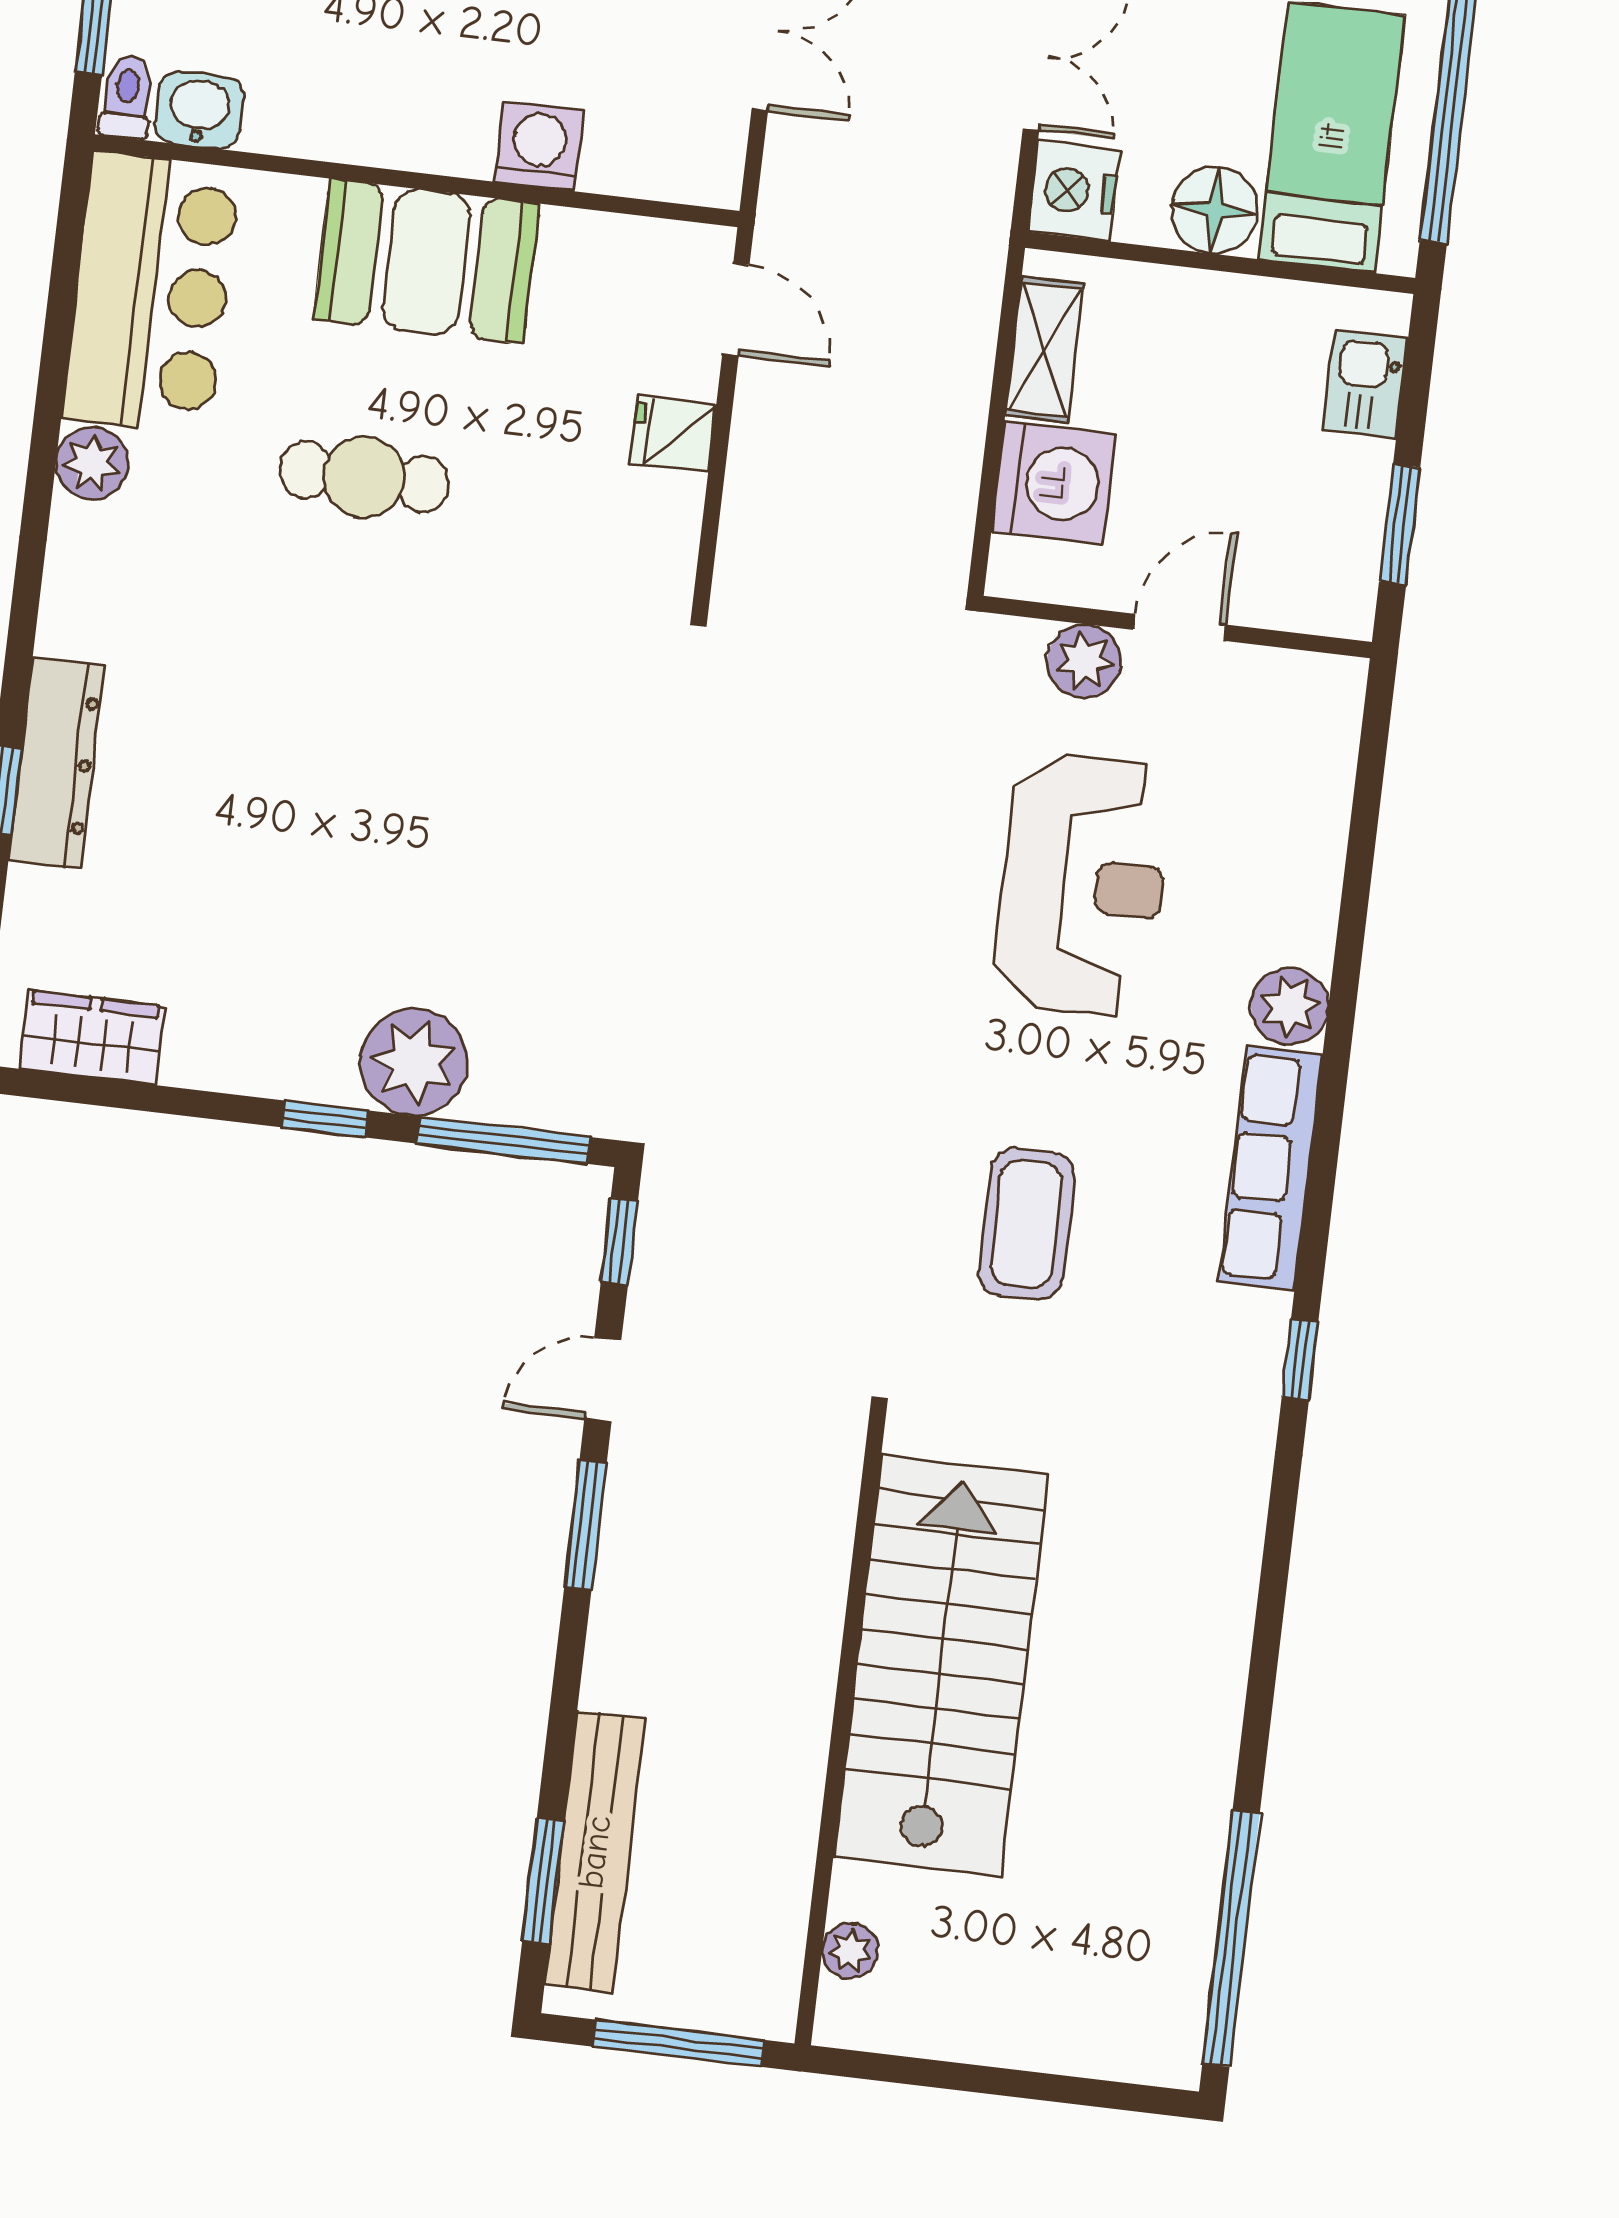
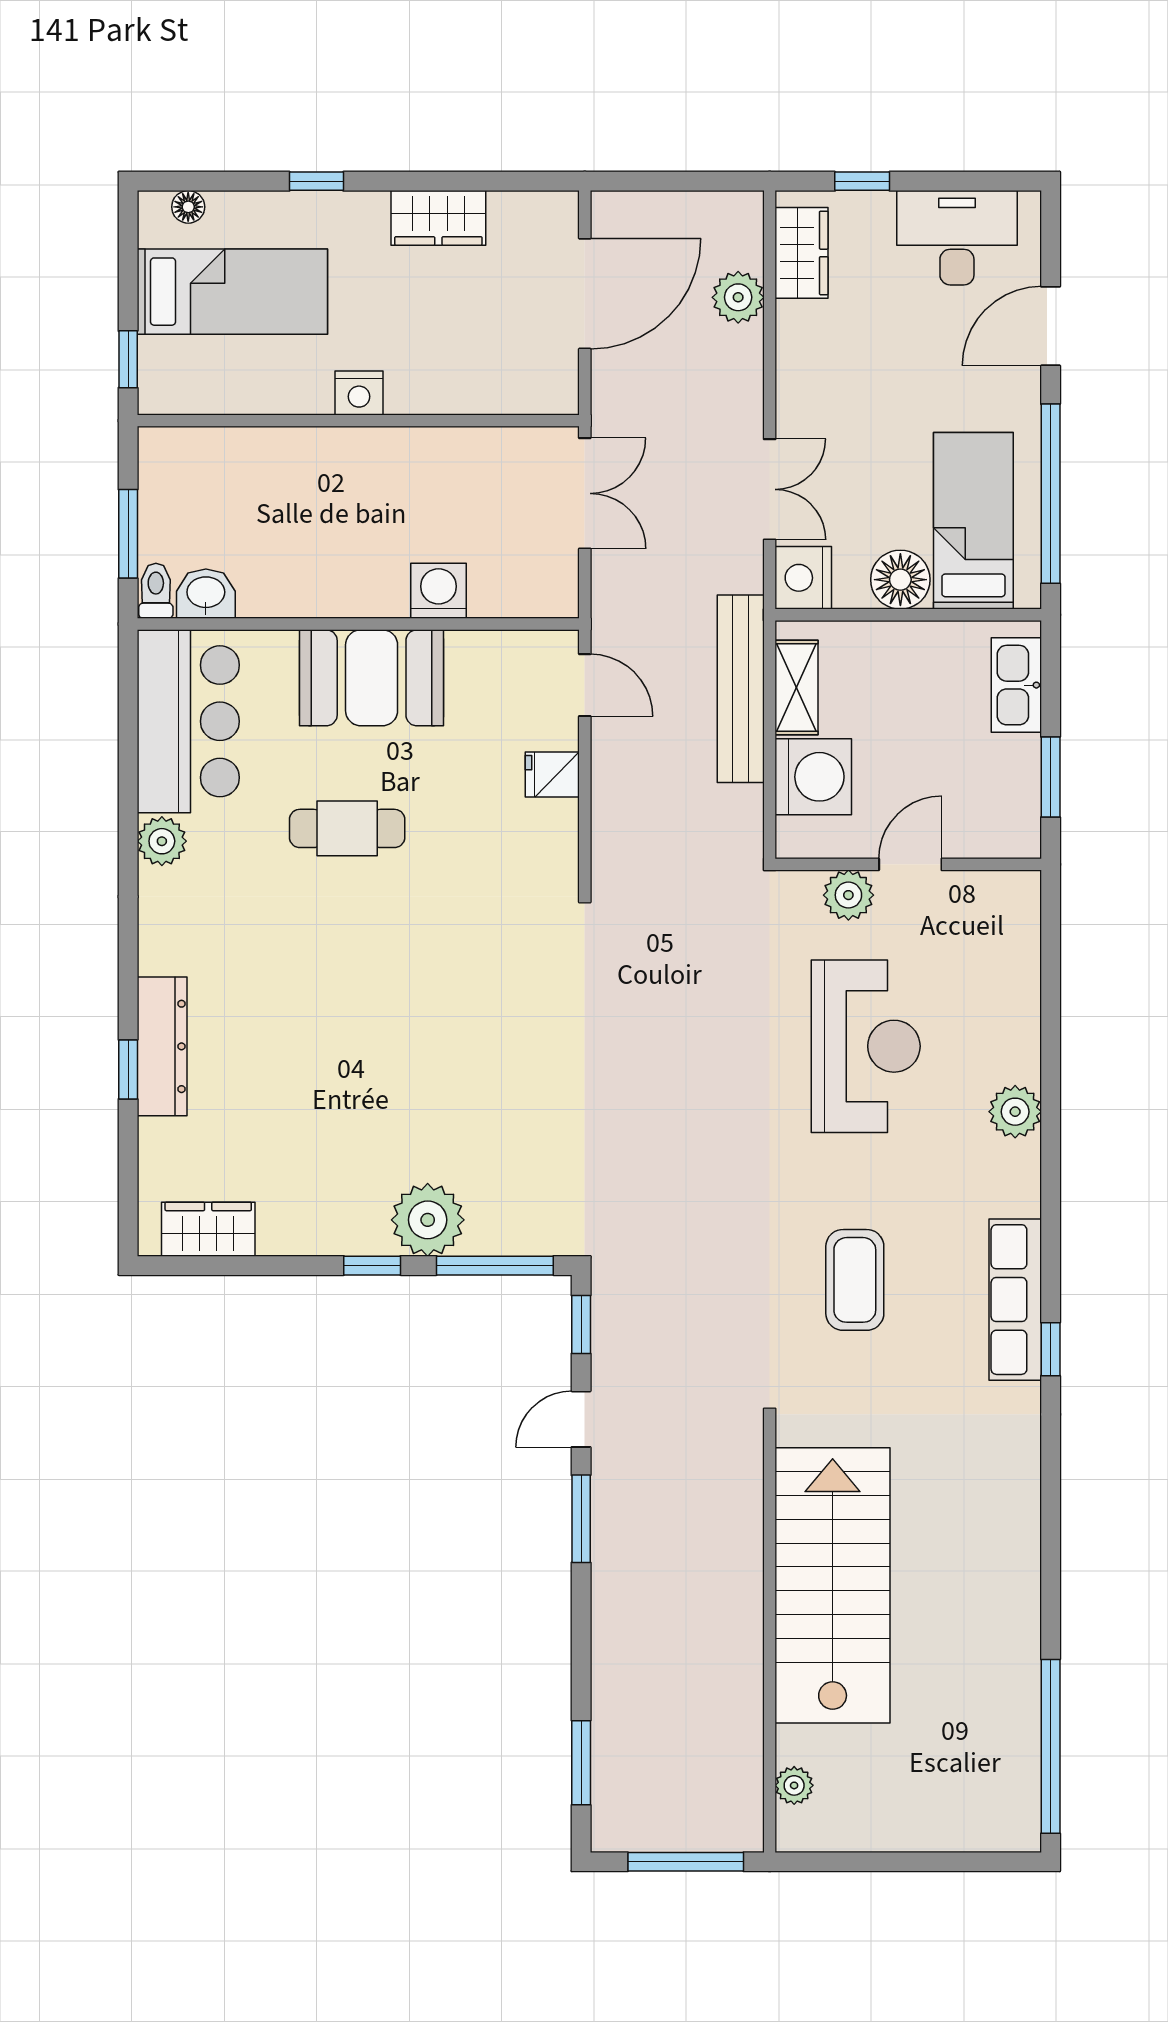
kitchen sink: (1366, 384) -> (1016, 685), width x1.38
row of seats: (1271, 1168) -> (1015, 1300), moved
bench: (595, 1852) -> (741, 689), moved

